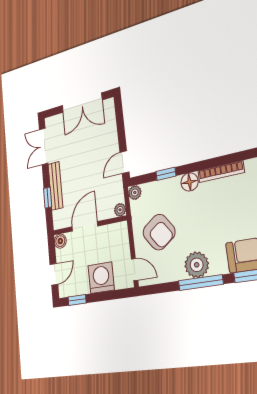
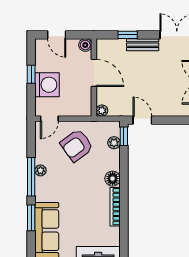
window: (166, 174) -> (124, 136), moved
bench: (55, 186) -> (143, 45), width x0.73
plant: (135, 193) -> (114, 143), moved
plant: (197, 265) -> (40, 170), width x0.53, depth x0.53
window: (77, 300) -> (31, 74), moved

